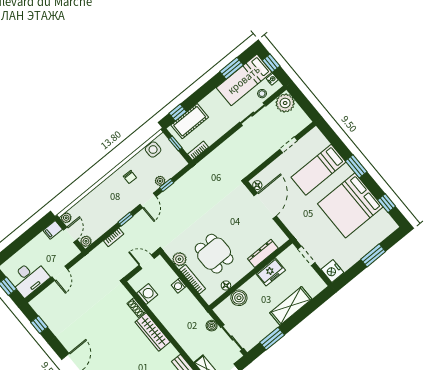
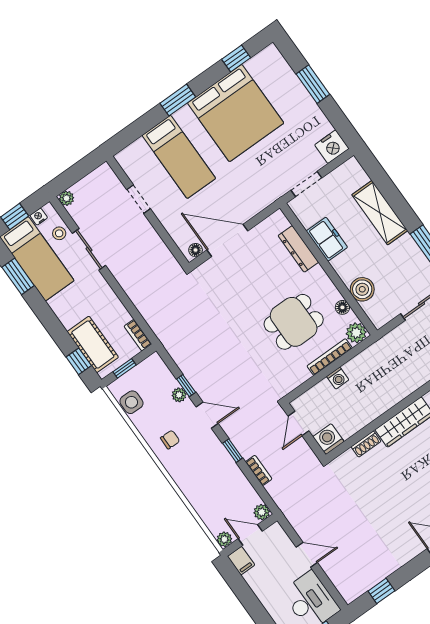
plant: (285, 103) -> (66, 198), width x0.53, depth x0.53
plant: (179, 259) -> (356, 333), moved
washing machine: (147, 294) -> (328, 439), moved
boiler: (212, 326) -> (401, 333), removed

